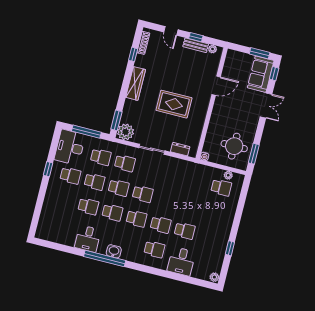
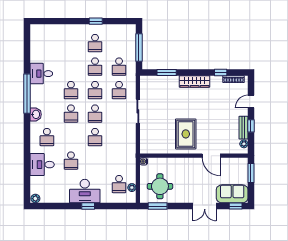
window: (260, 53) -> (251, 173), moved
rug: (174, 104) -> (186, 134), moved
window: (116, 120) -> (167, 72), moved
plant: (126, 132) -> (148, 83), removed
desk: (70, 147) -> (85, 191), moved, turned 180
dresser: (180, 149) -> (145, 138), removed
school desk: (88, 206) -> (71, 67), removed
school desk: (161, 225) -> (95, 137), moved
window: (230, 248) -> (88, 206), moved
washbasin: (114, 251) -> (36, 114), moved

